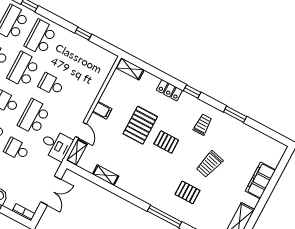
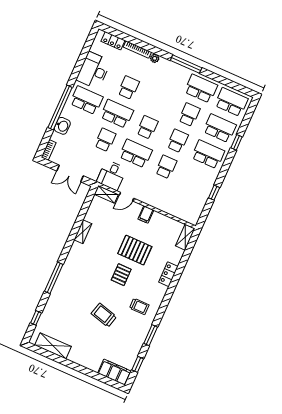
school desk: (23, 70) -> (178, 141), width x0.54
window: (192, 91) -> (138, 364), moved
shelving: (106, 175) -> (83, 232), moved
filing cabinet: (260, 180) -> (115, 372), moved
pallet: (187, 192) -> (77, 297), removed

